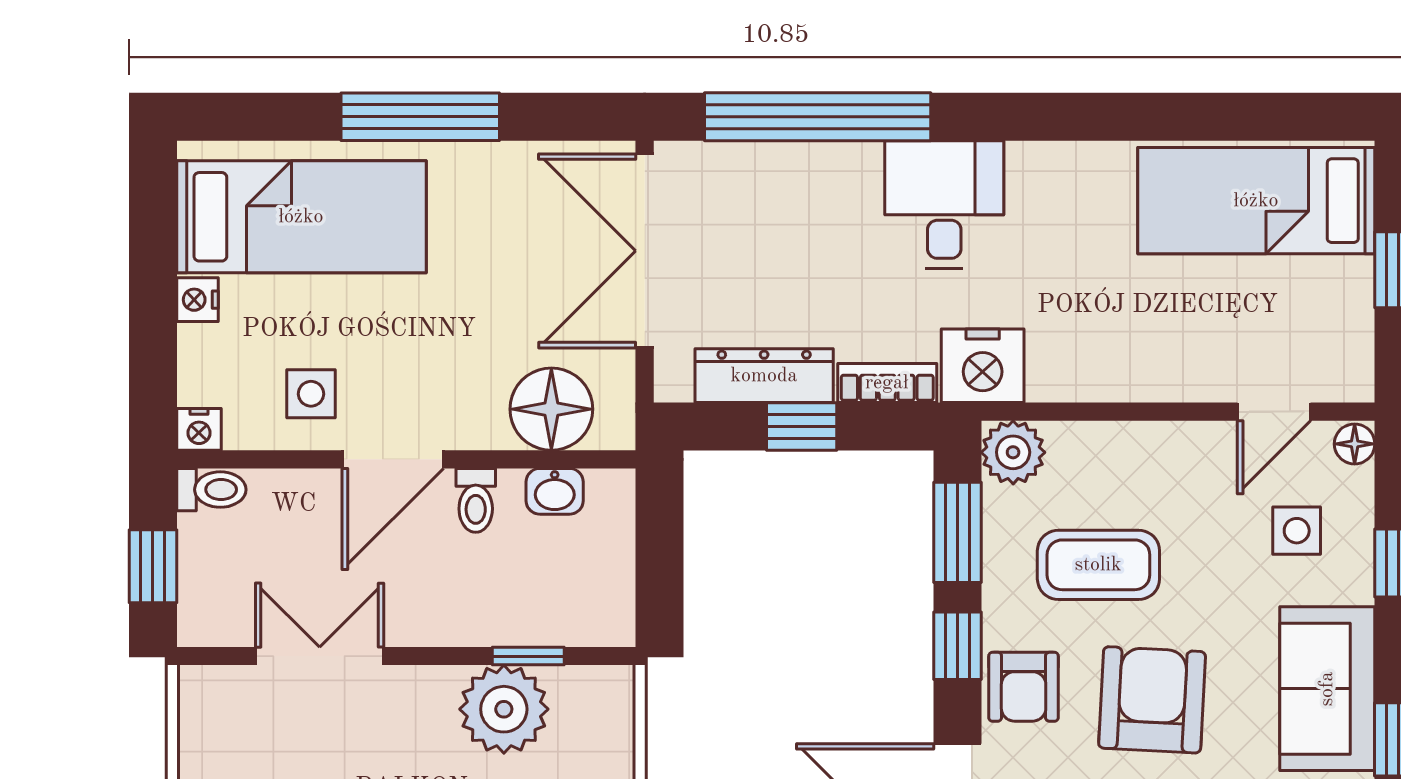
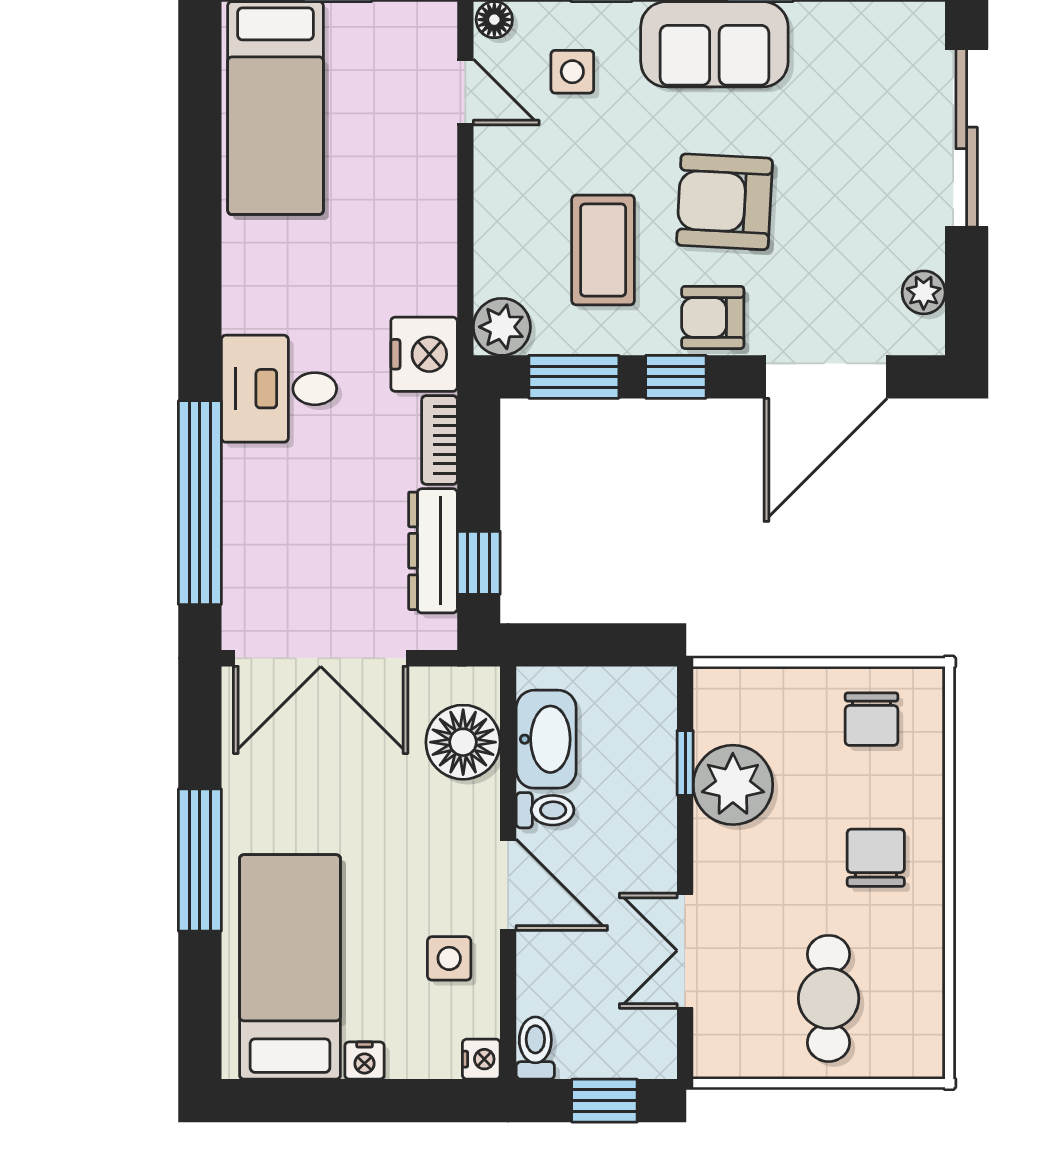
window: (802, 427) -> (479, 563), moved
washbasin: (555, 491) -> (546, 739), width x1.91, depth x1.45
armchair: (1024, 687) -> (713, 317), turned 180

